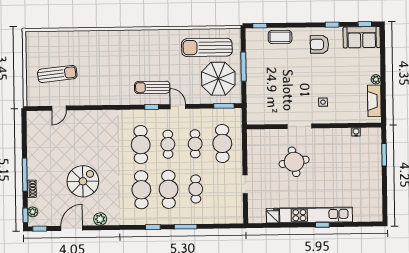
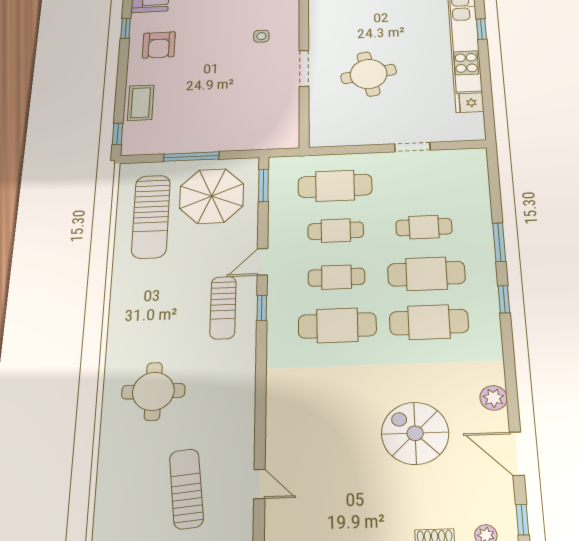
round table: (107, 55) -> (153, 391), added

